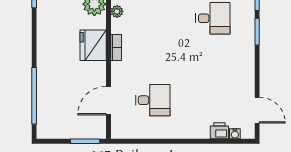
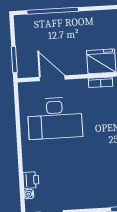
desk: (153, 100) -> (55, 118), width x1.87, depth x1.30

